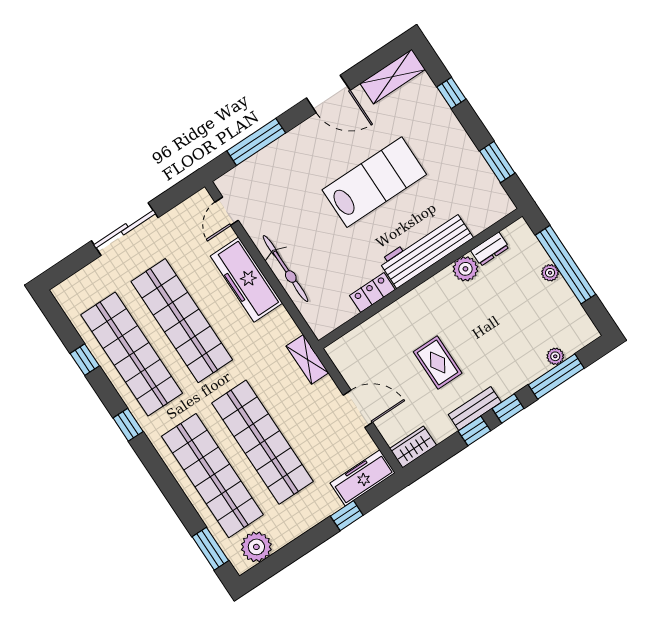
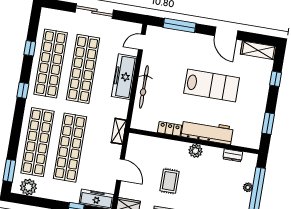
plant: (465, 269) -> (195, 151), moved

